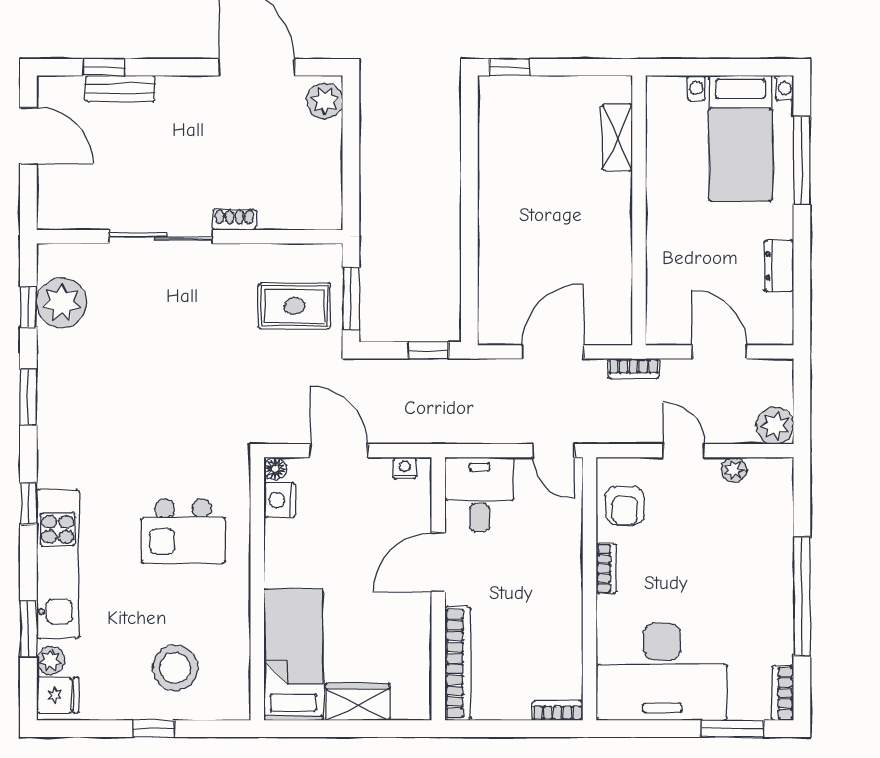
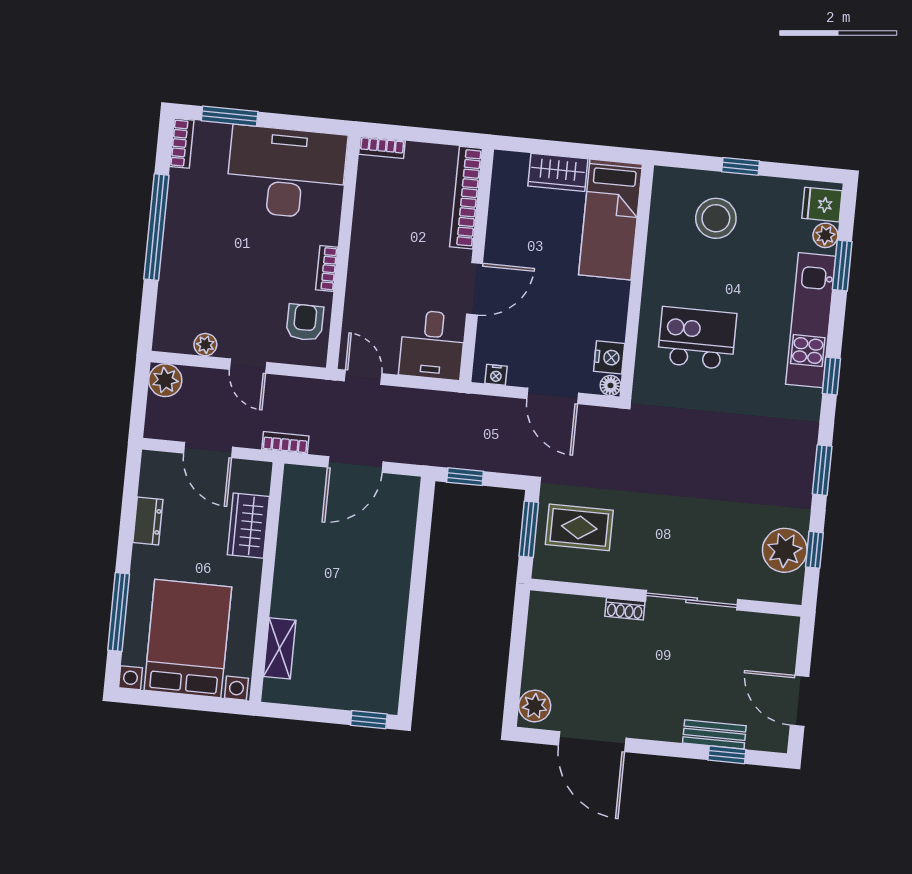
bed with nightstands: (740, 138) -> (188, 639), width x1.36
wardrobe: (666, 272) -> (248, 526), added

